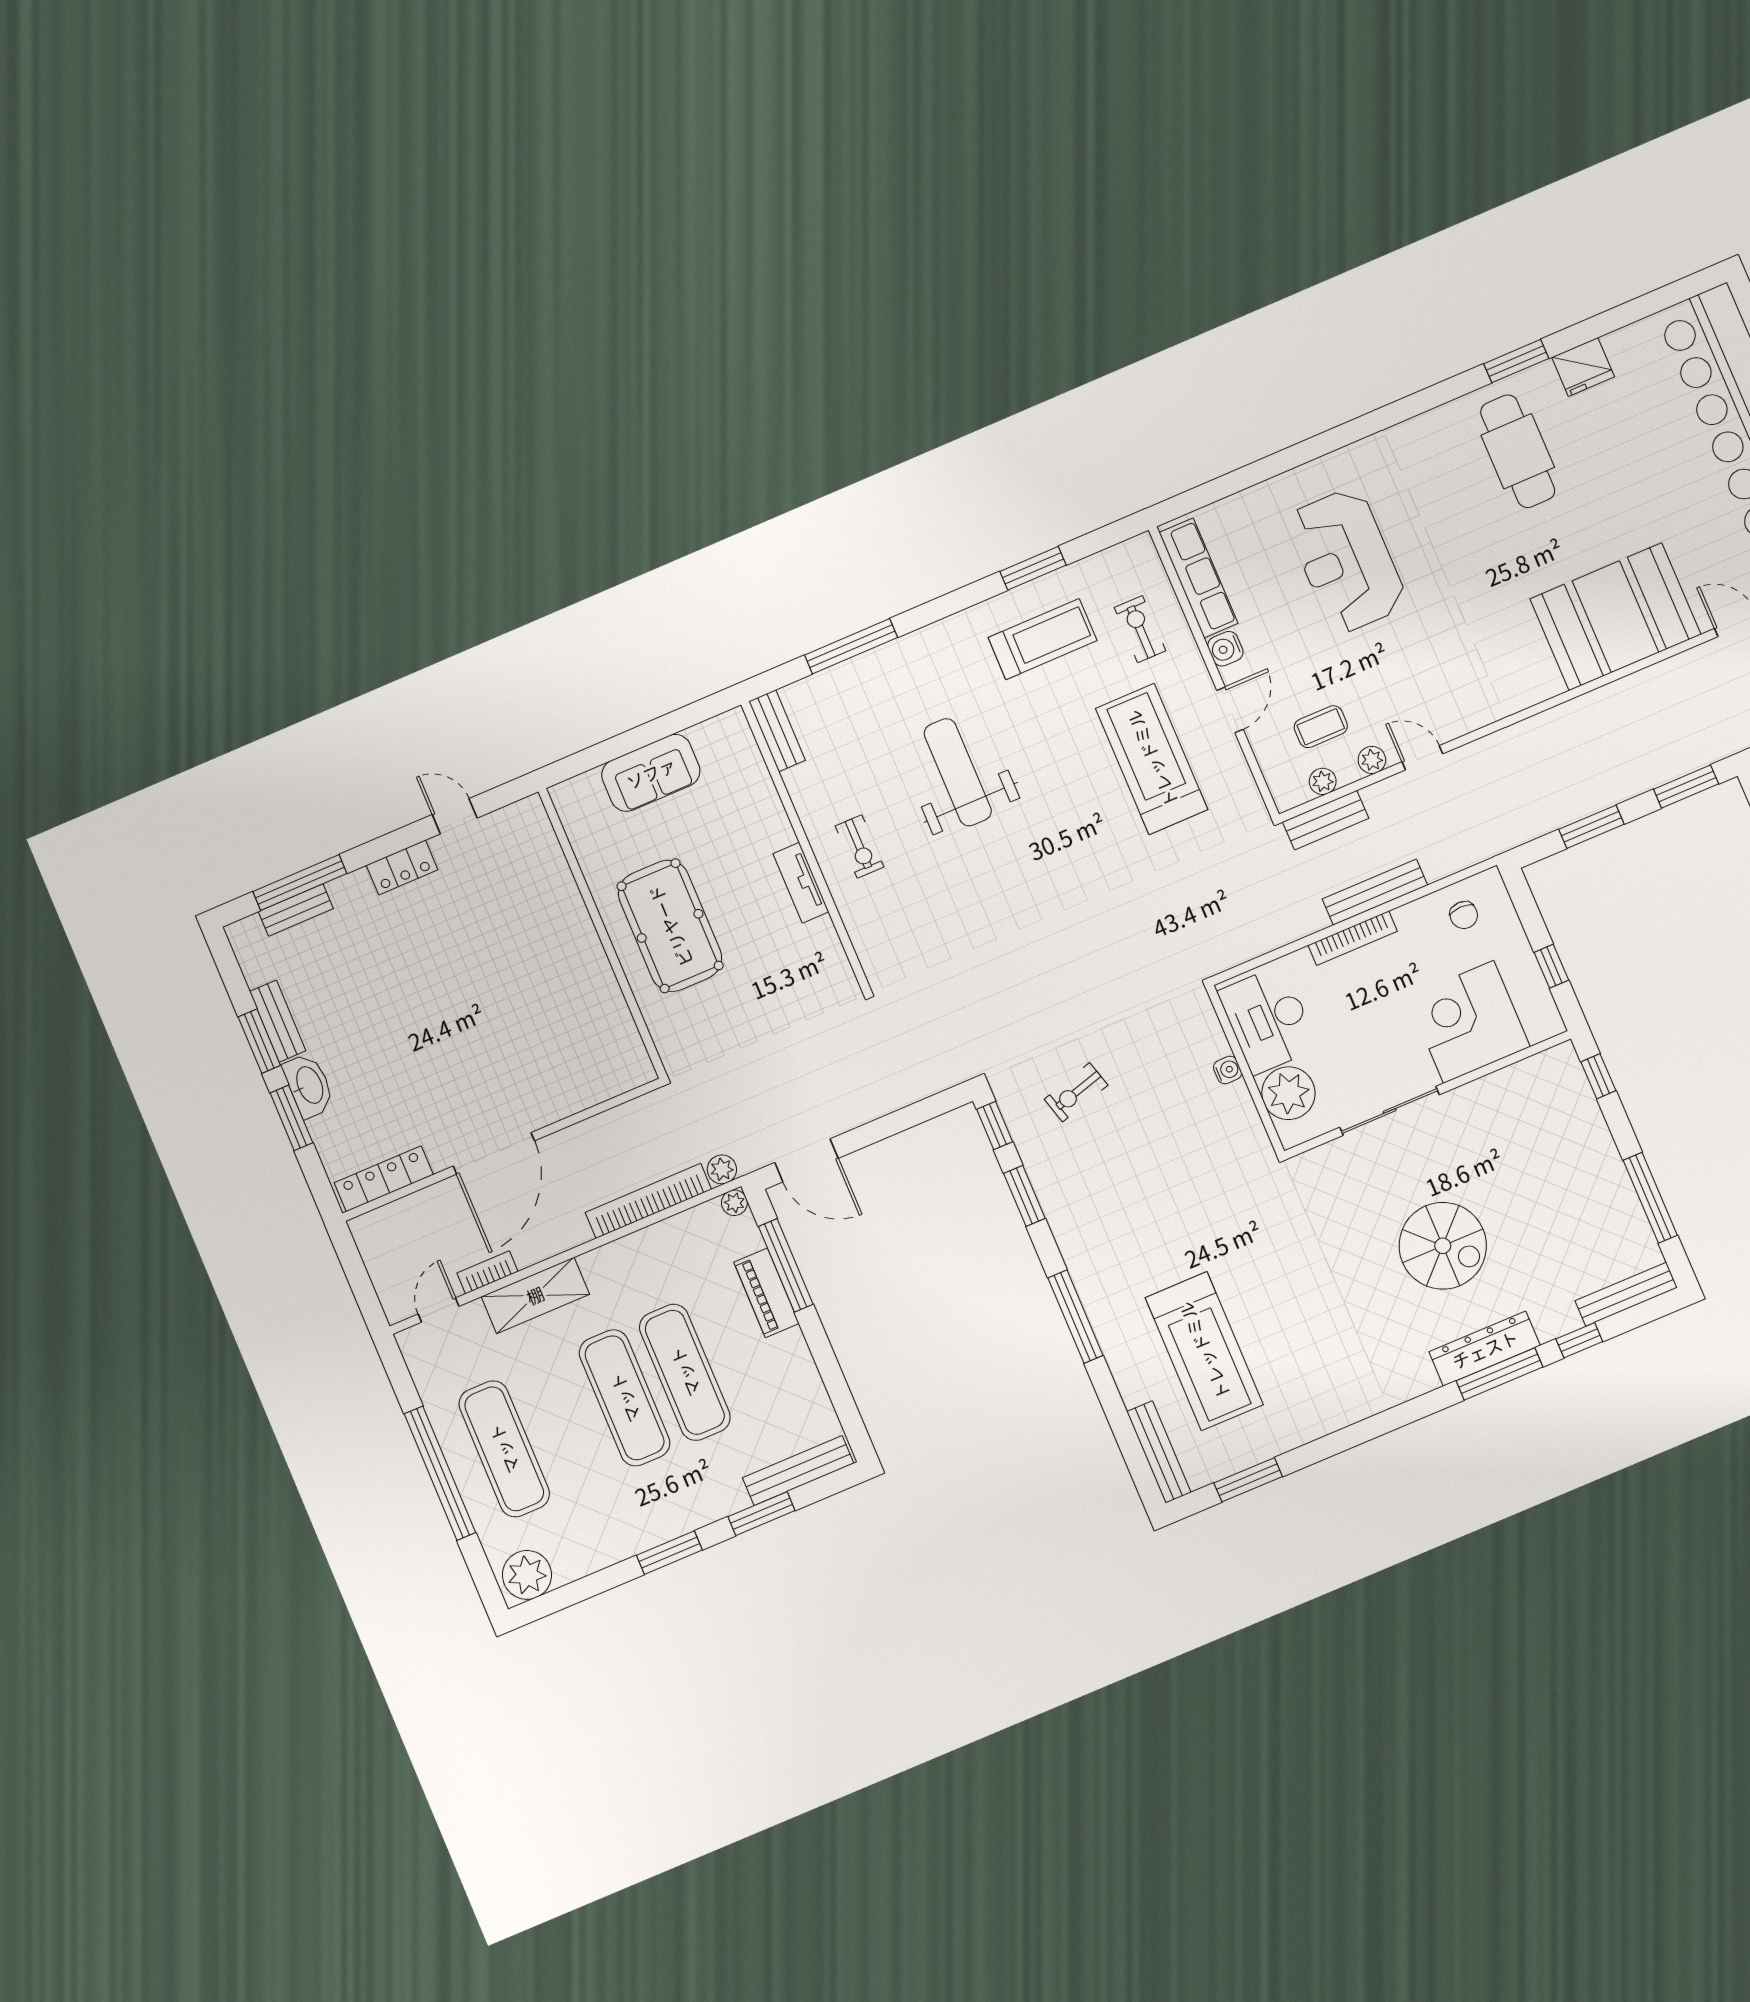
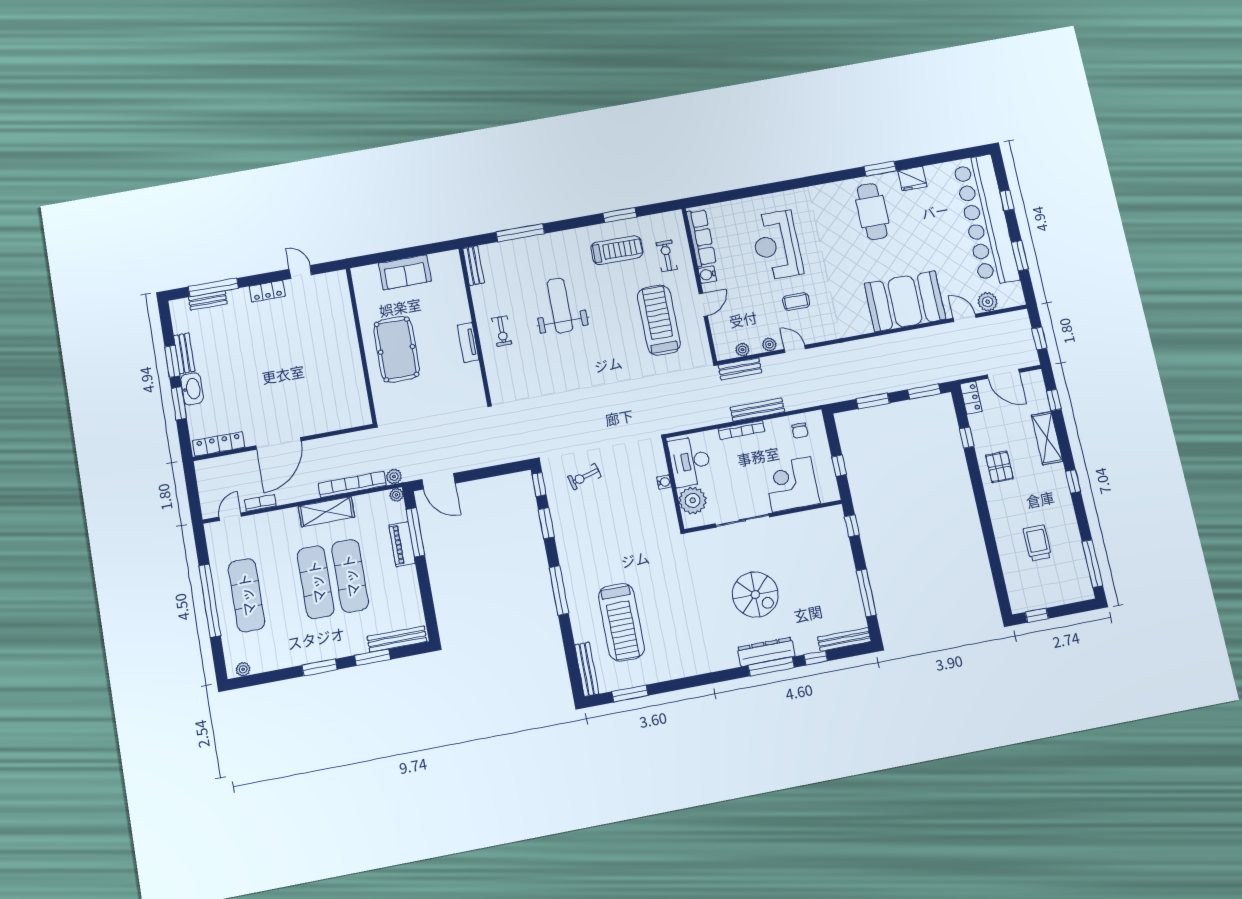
coffee table: (1321, 727) -> (796, 302), moved
shelving: (535, 1295) -> (326, 512), moved
plant: (527, 1575) -> (243, 669), width x0.53, depth x0.53

